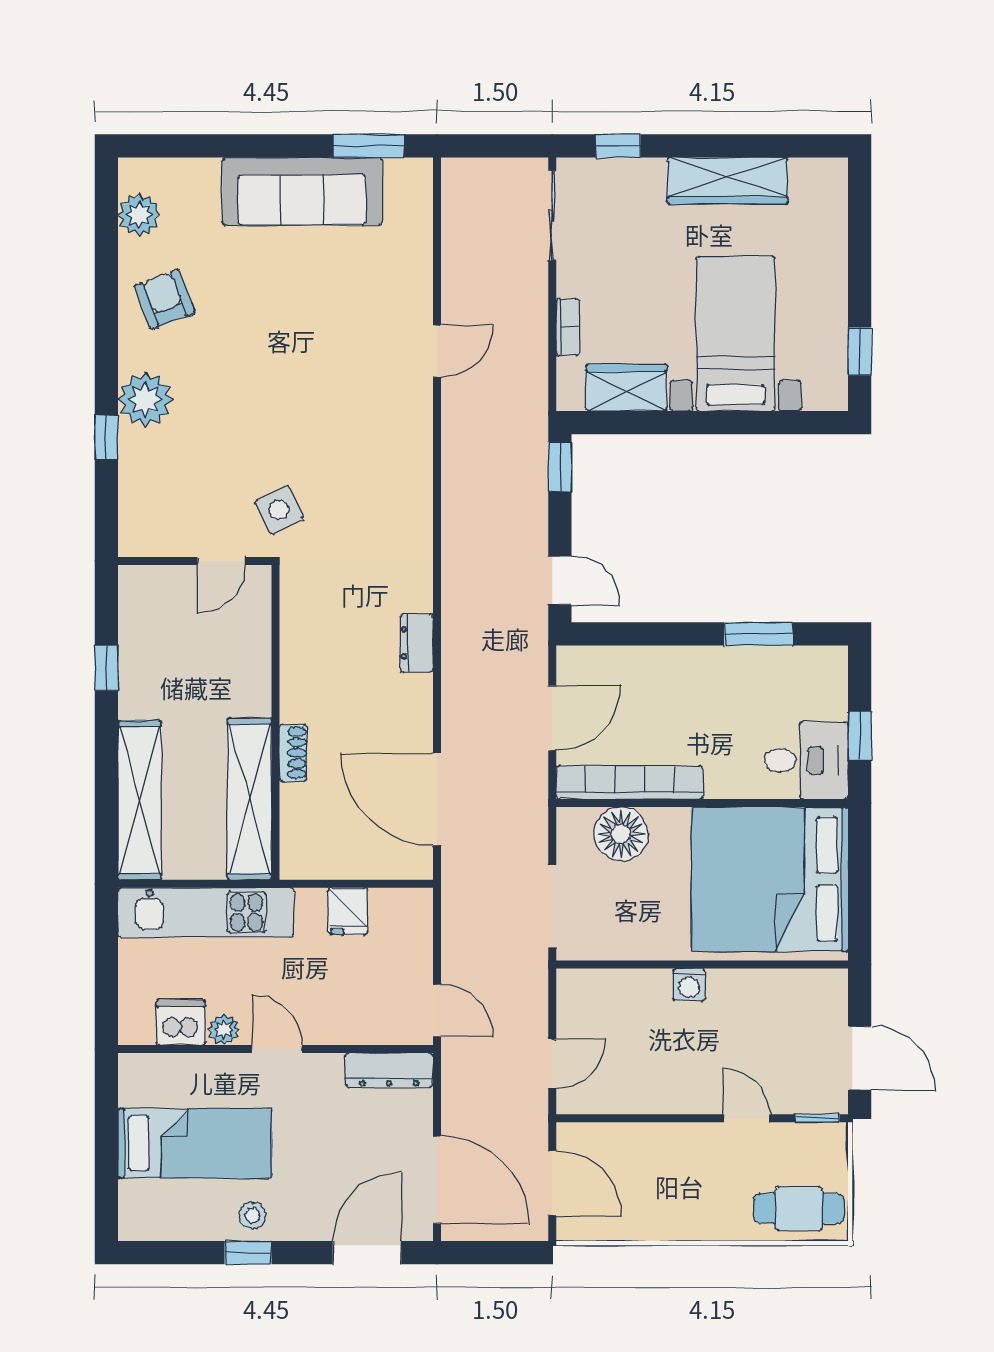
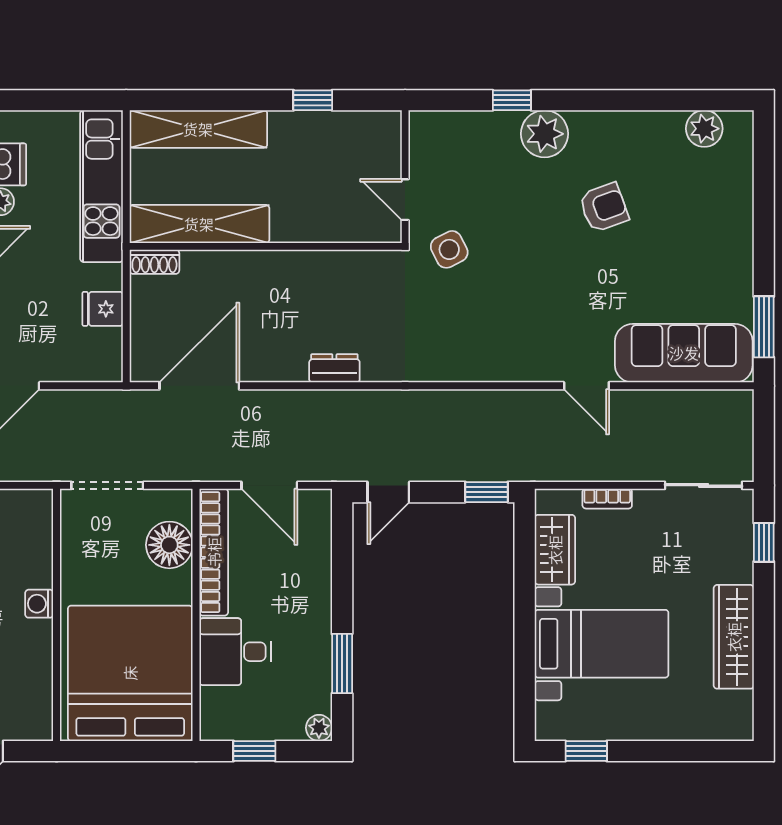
sofa: (302, 191) -> (684, 353), moved, turned 90
armchair: (165, 299) -> (604, 207), moved
plant: (833, 661) -> (319, 728), added
shoe rack: (293, 753) -> (154, 262), moved
desk: (806, 760) -> (235, 652), moved, turned 90

